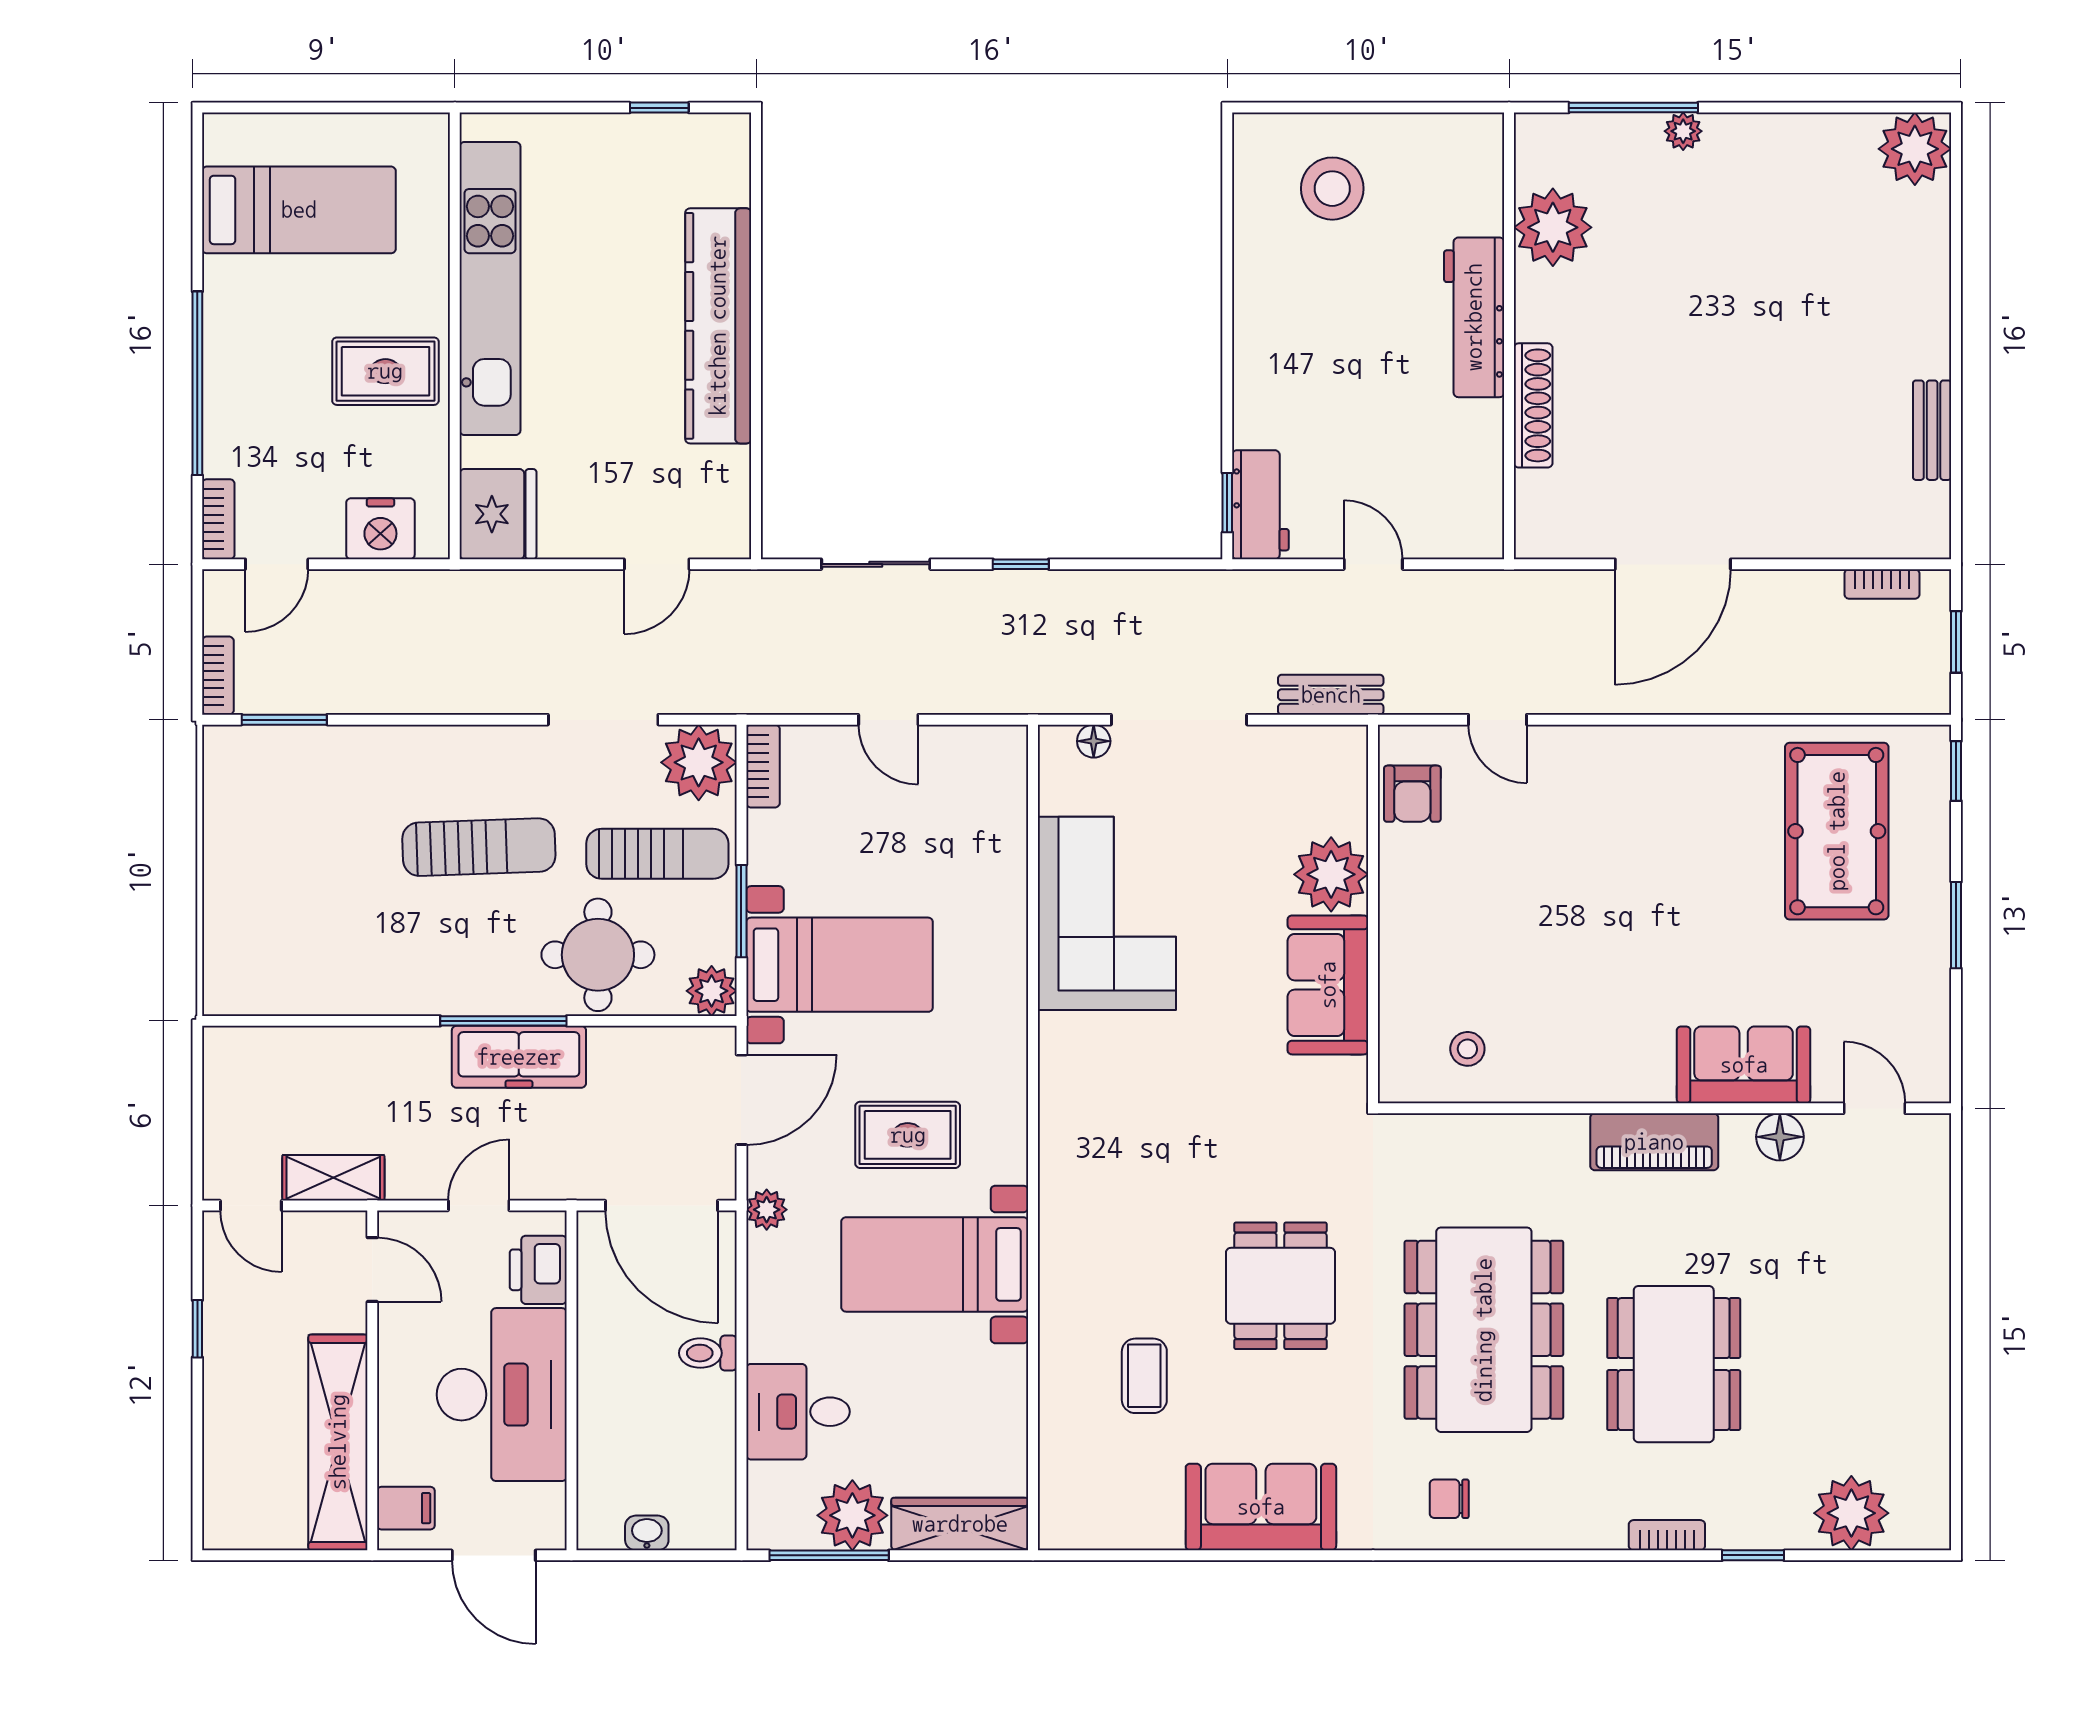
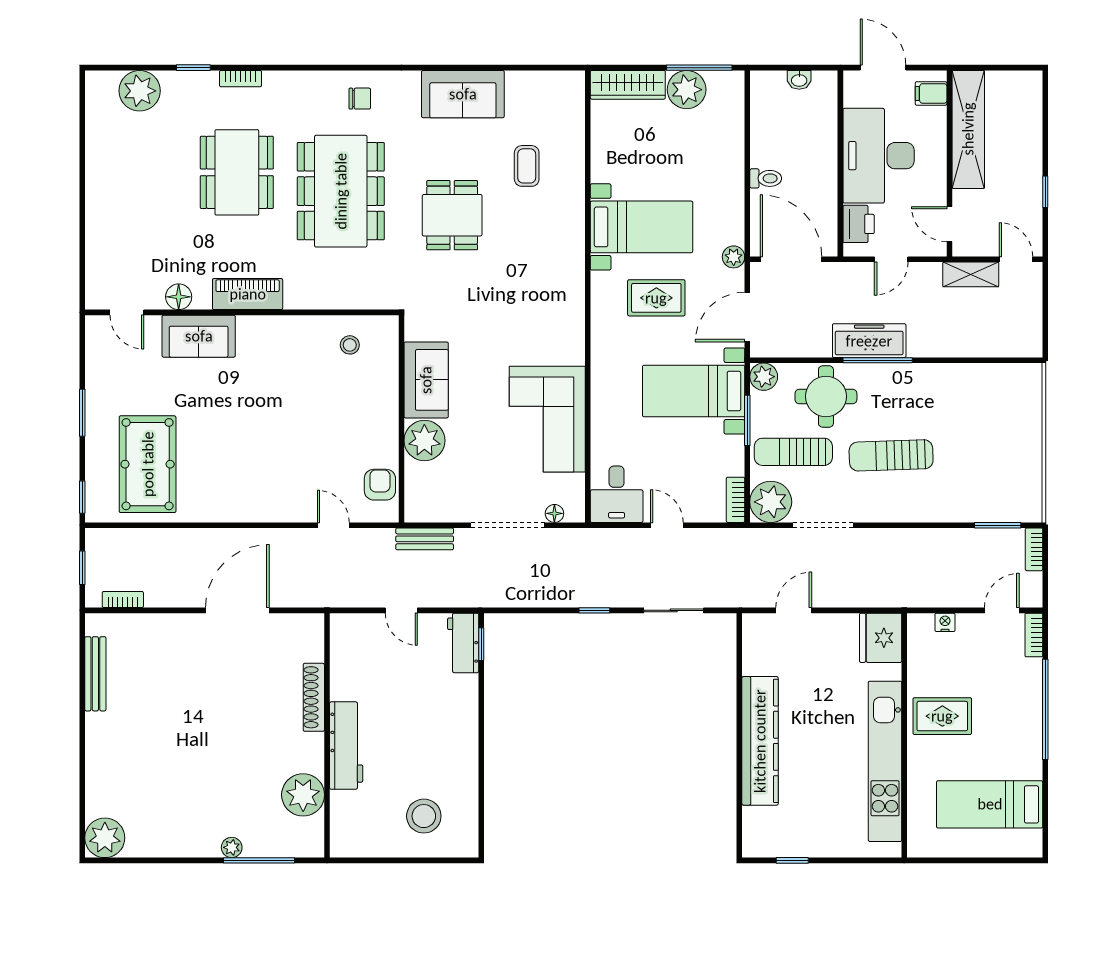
bench: (1932, 430) -> (95, 674), width x1.36
nightstand: (380, 529) -> (945, 622), width x0.53, depth x0.56
desk: (798, 1412) -> (617, 494), moved, turned 90

